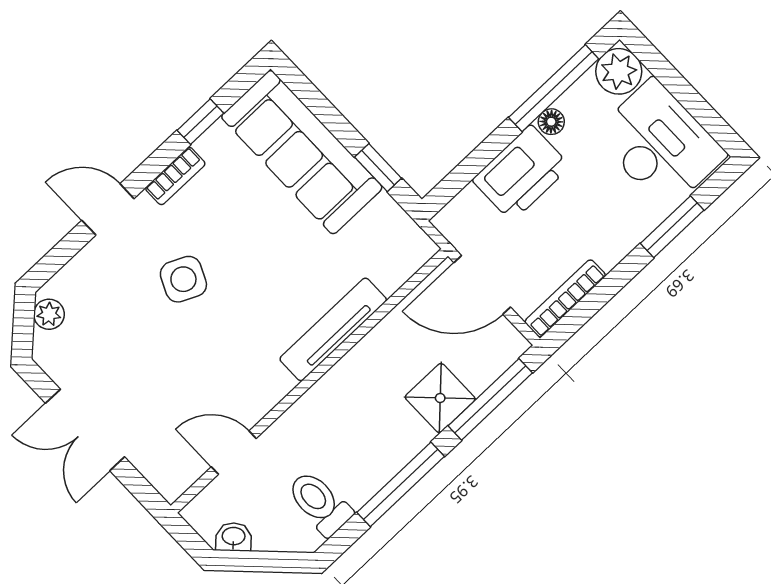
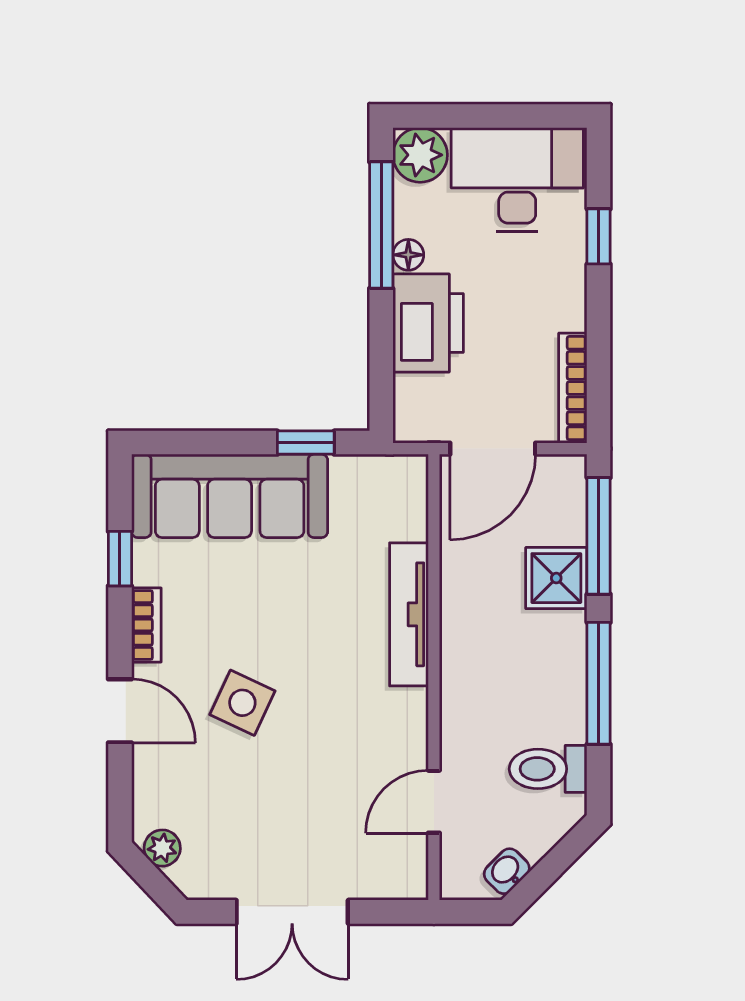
door: (108, 209) -> (120, 711), swing flipped
window: (672, 227) -> (599, 236), width x0.67

